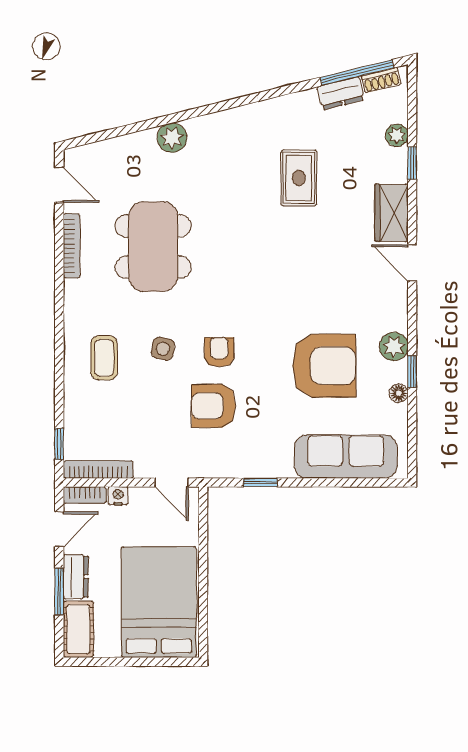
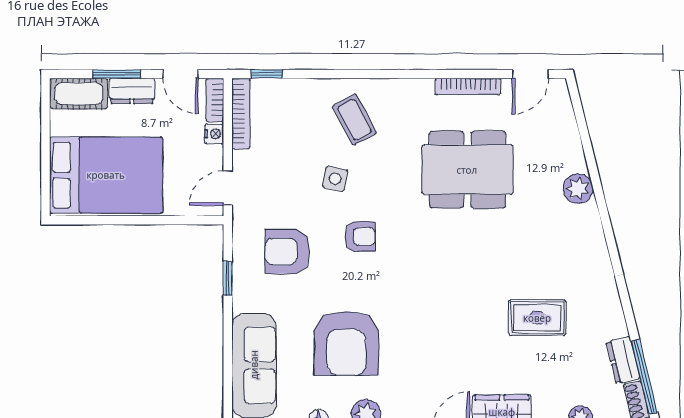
side table: (163, 349) -> (335, 179), moved
coffee table: (104, 358) -> (354, 120), turned 62
armchair: (213, 406) -> (287, 252), moved, turned -90

